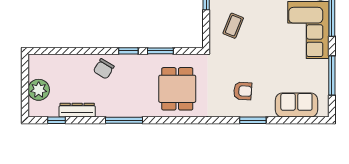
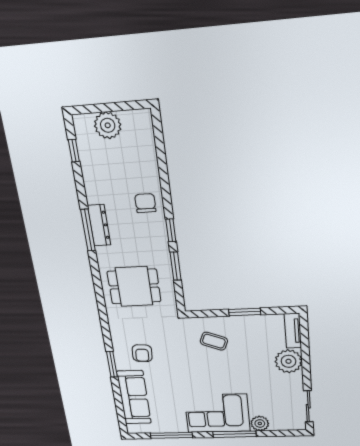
chair: (104, 69) -> (145, 203), turned 59
sofa: (296, 105) -> (134, 397), width x1.36
dresser: (77, 110) -> (99, 225), moved

